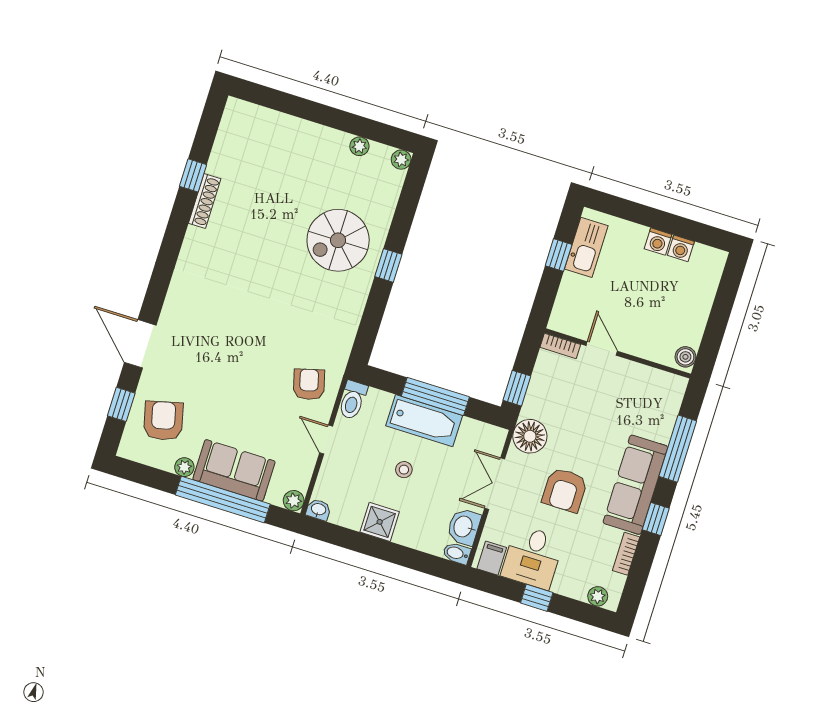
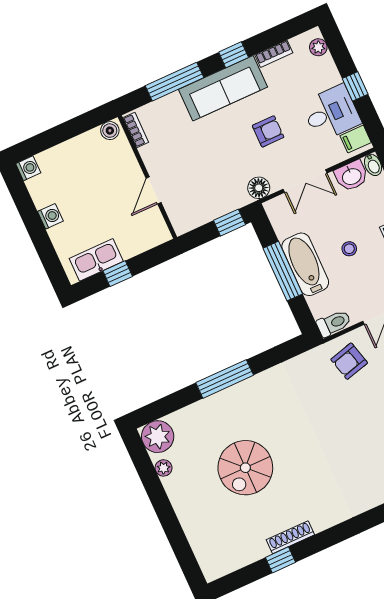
plant: (401, 160) -> (158, 437), width x1.88, depth x1.88
spiral stairs: (338, 240) -> (245, 468), moved, turned 90
washing machine: (681, 248) -> (28, 168), moved
window: (388, 265) -> (225, 379), width x2.17
bookcase: (560, 346) -> (136, 130), moved
floor lamp: (530, 436) -> (259, 188), width x0.73, depth x0.73
armchair: (565, 490) -> (268, 131), width x0.72, depth x0.72

